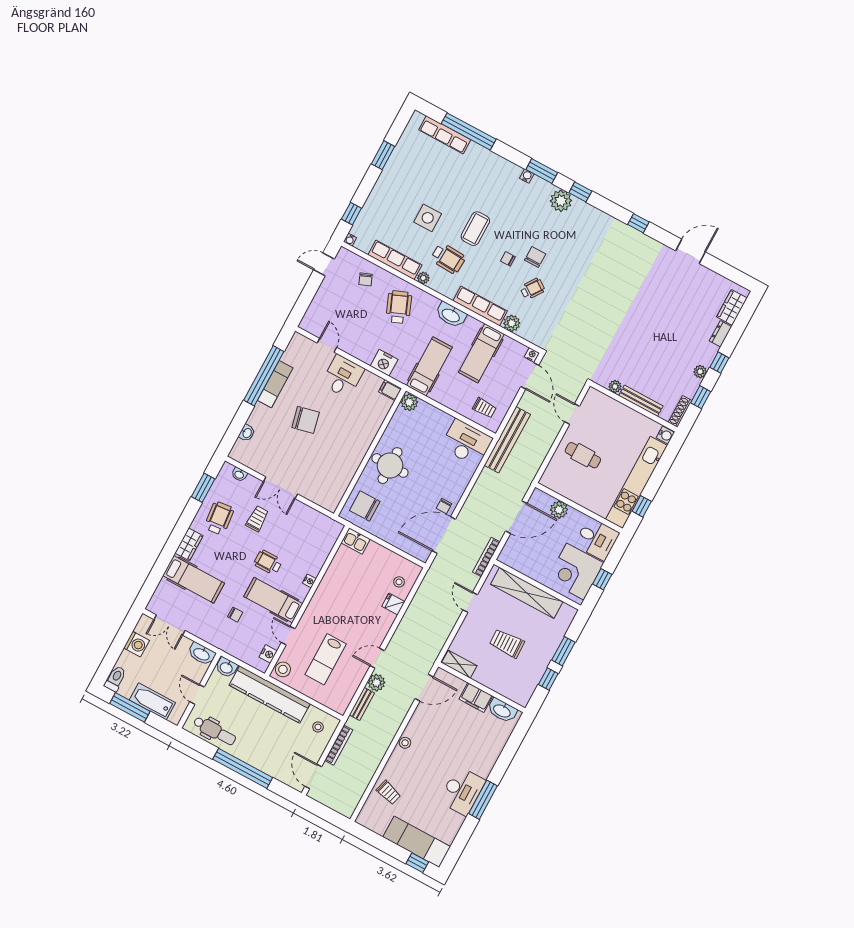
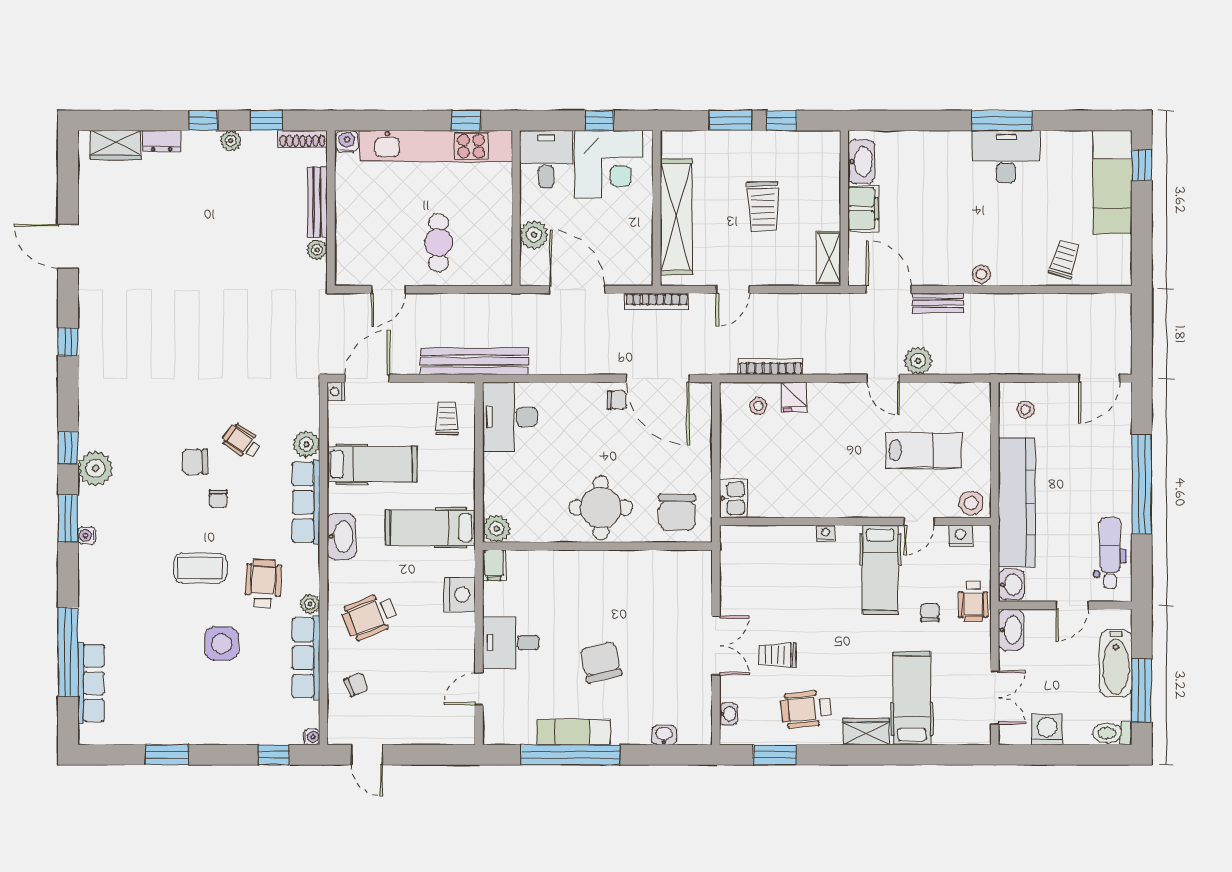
wheelchair: (268, 562) -> (973, 601), moved
bench: (362, 704) -> (938, 303), moved
bookcase: (339, 745) -> (771, 366), moved

